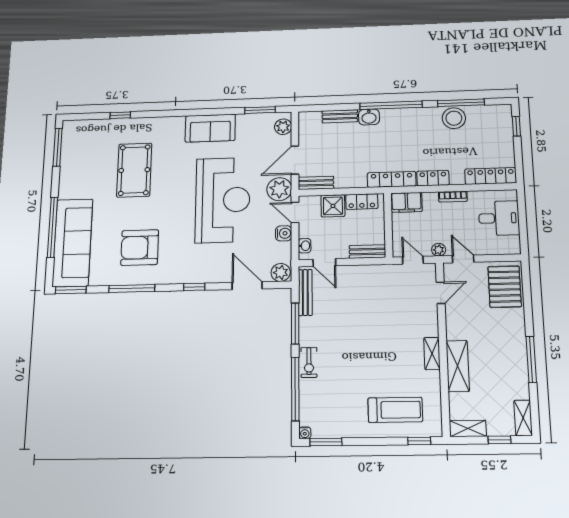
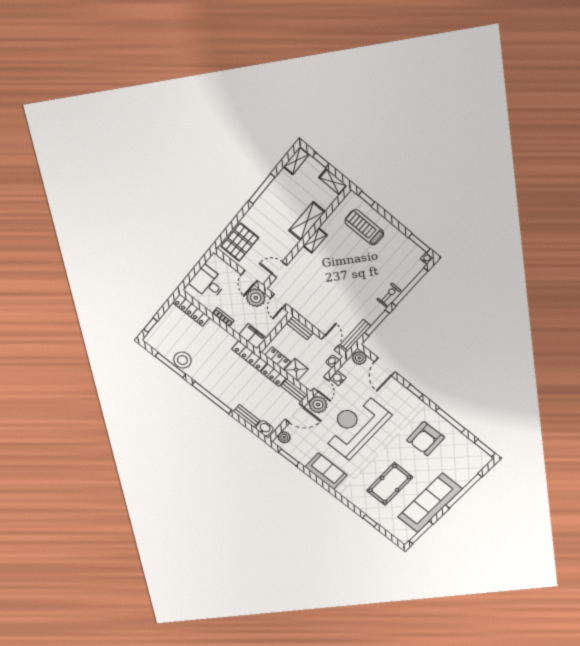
washbasin: (369, 117) -> (265, 428), moved
locker: (433, 178) -> (273, 375), moved
sofa: (73, 243) -> (430, 503), moved
armchair: (140, 248) -> (426, 439), turned 88
plant: (439, 250) -> (256, 298), width x1.88, depth x1.88

